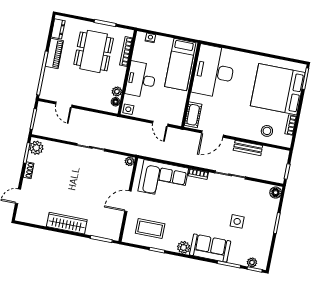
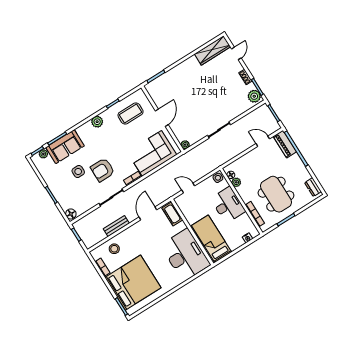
piano: (54, 53) -> (285, 144), moved
armchair: (216, 204) -> (103, 170), added
wardrobe: (67, 223) -> (213, 50), moved
sofa: (210, 248) -> (65, 147), moved

